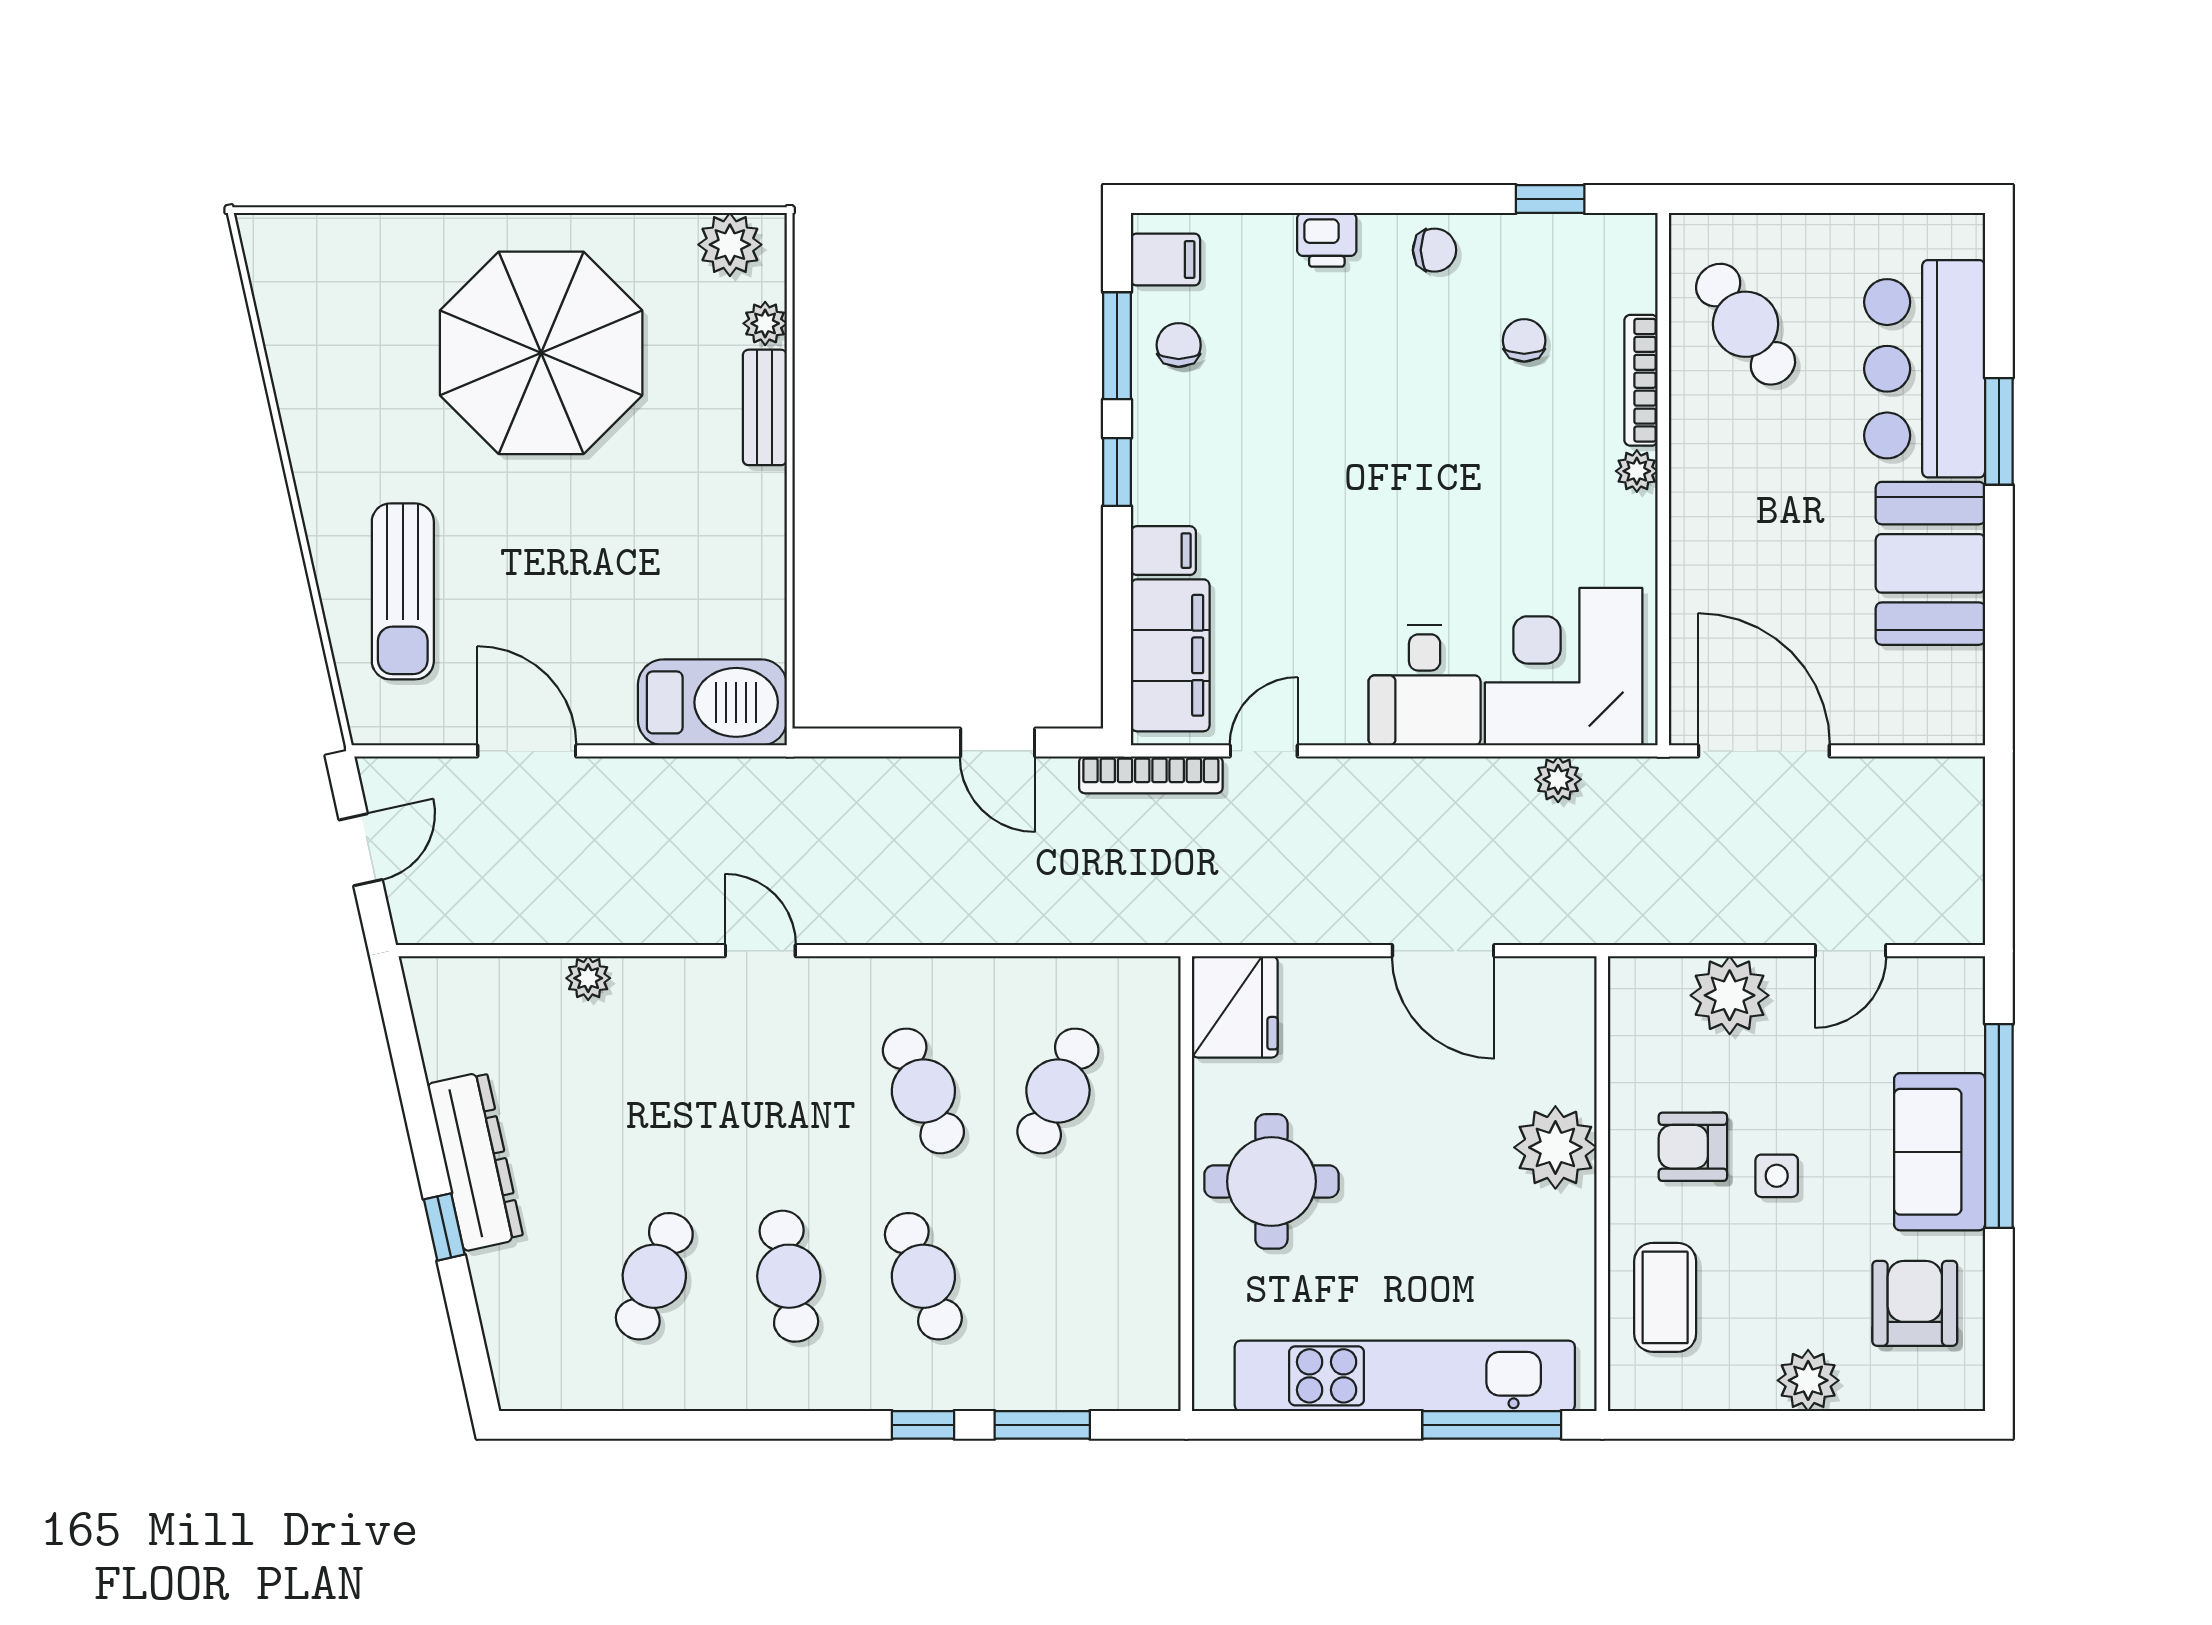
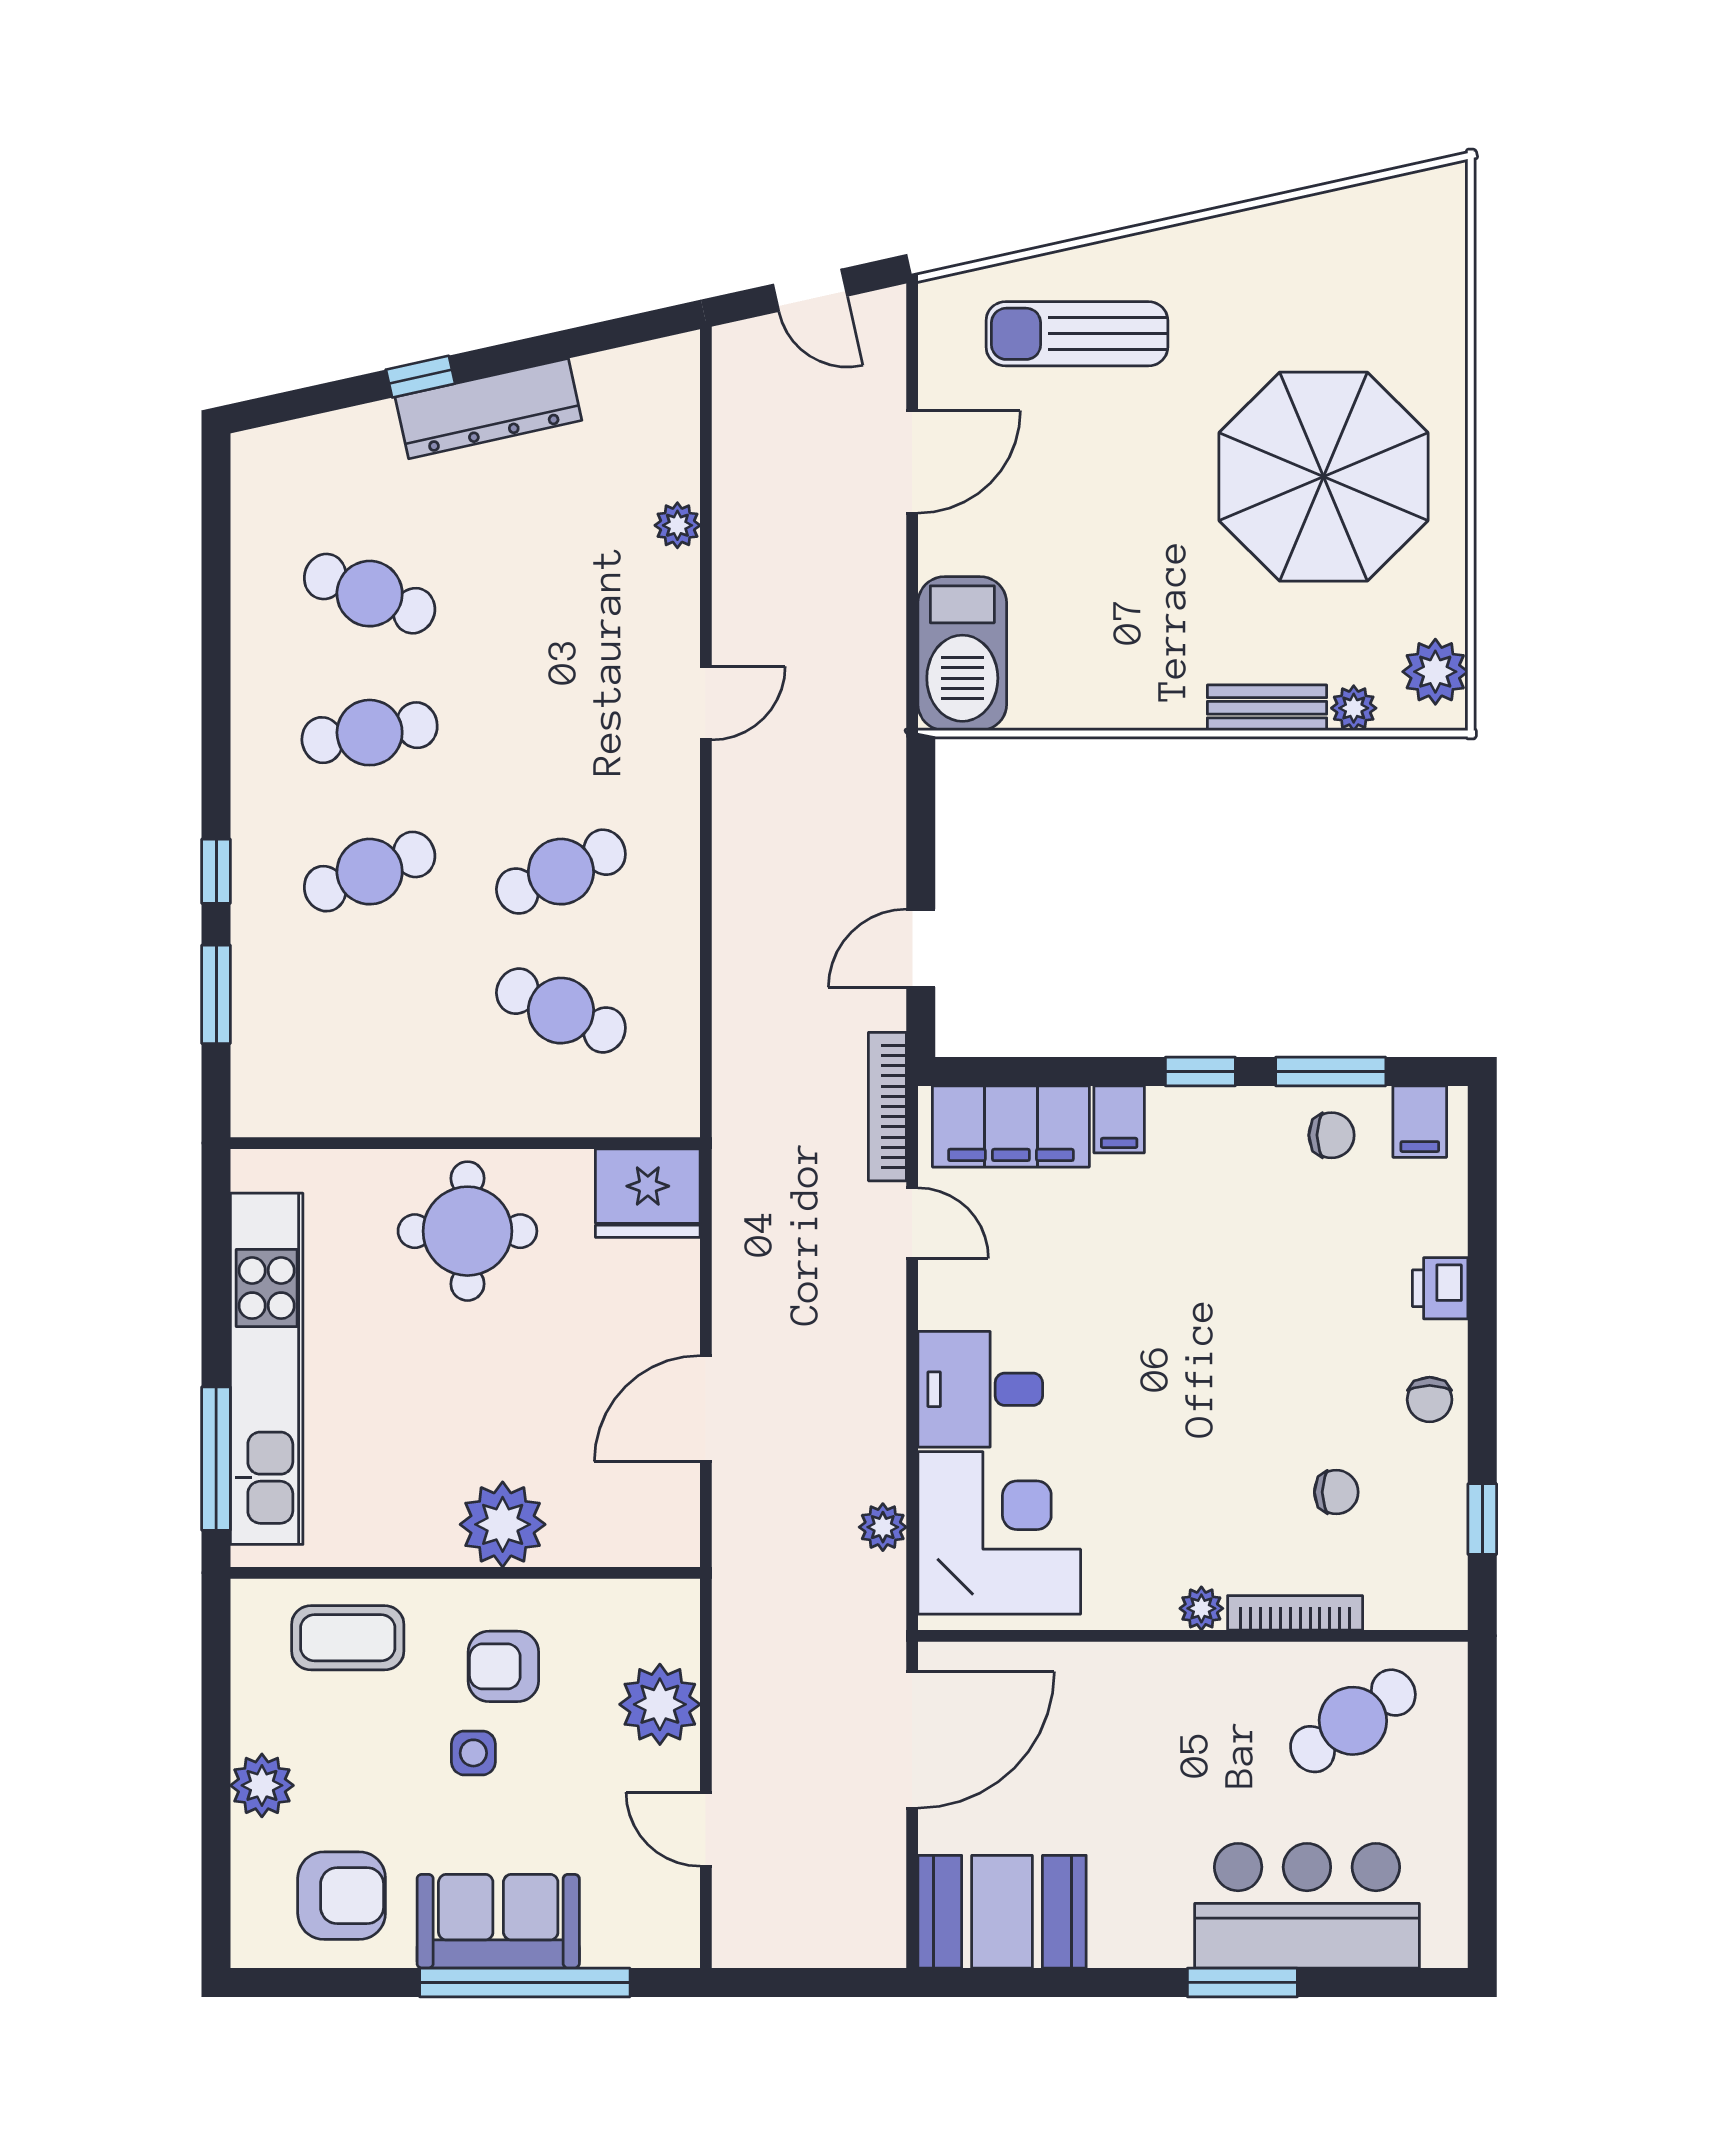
booth: (1930, 563) -> (1002, 1912), moved
armchair: (1693, 1147) -> (503, 1666), turned -90

